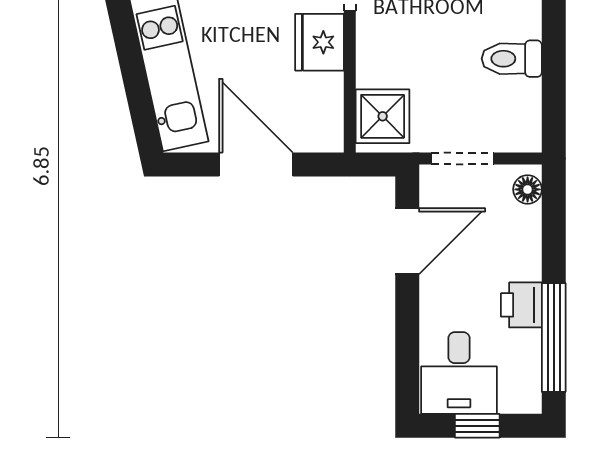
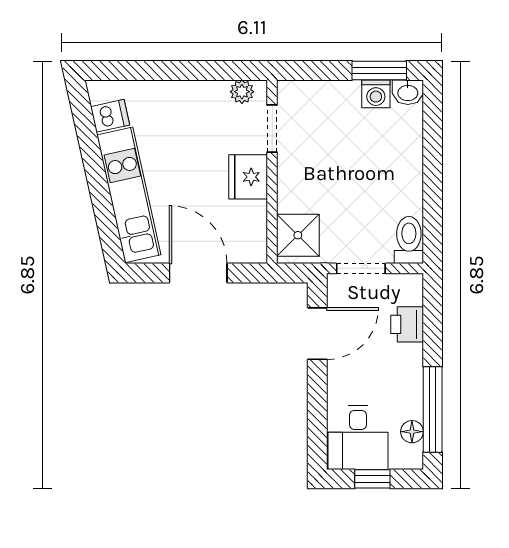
toilet: (512, 59) -> (409, 240), moved, turned 90
floor lamp: (528, 189) -> (412, 432), moved
printer: (521, 305) -> (407, 324), moved

